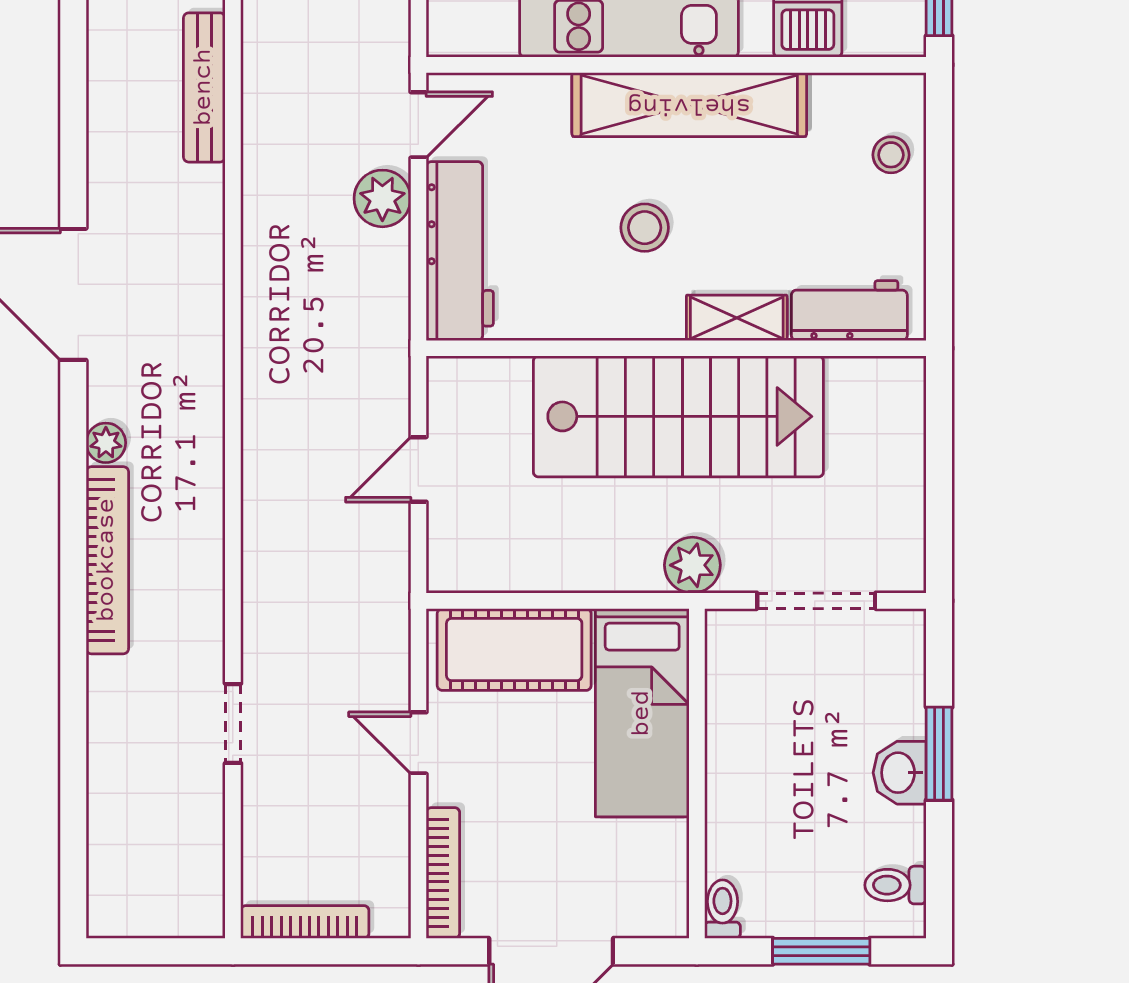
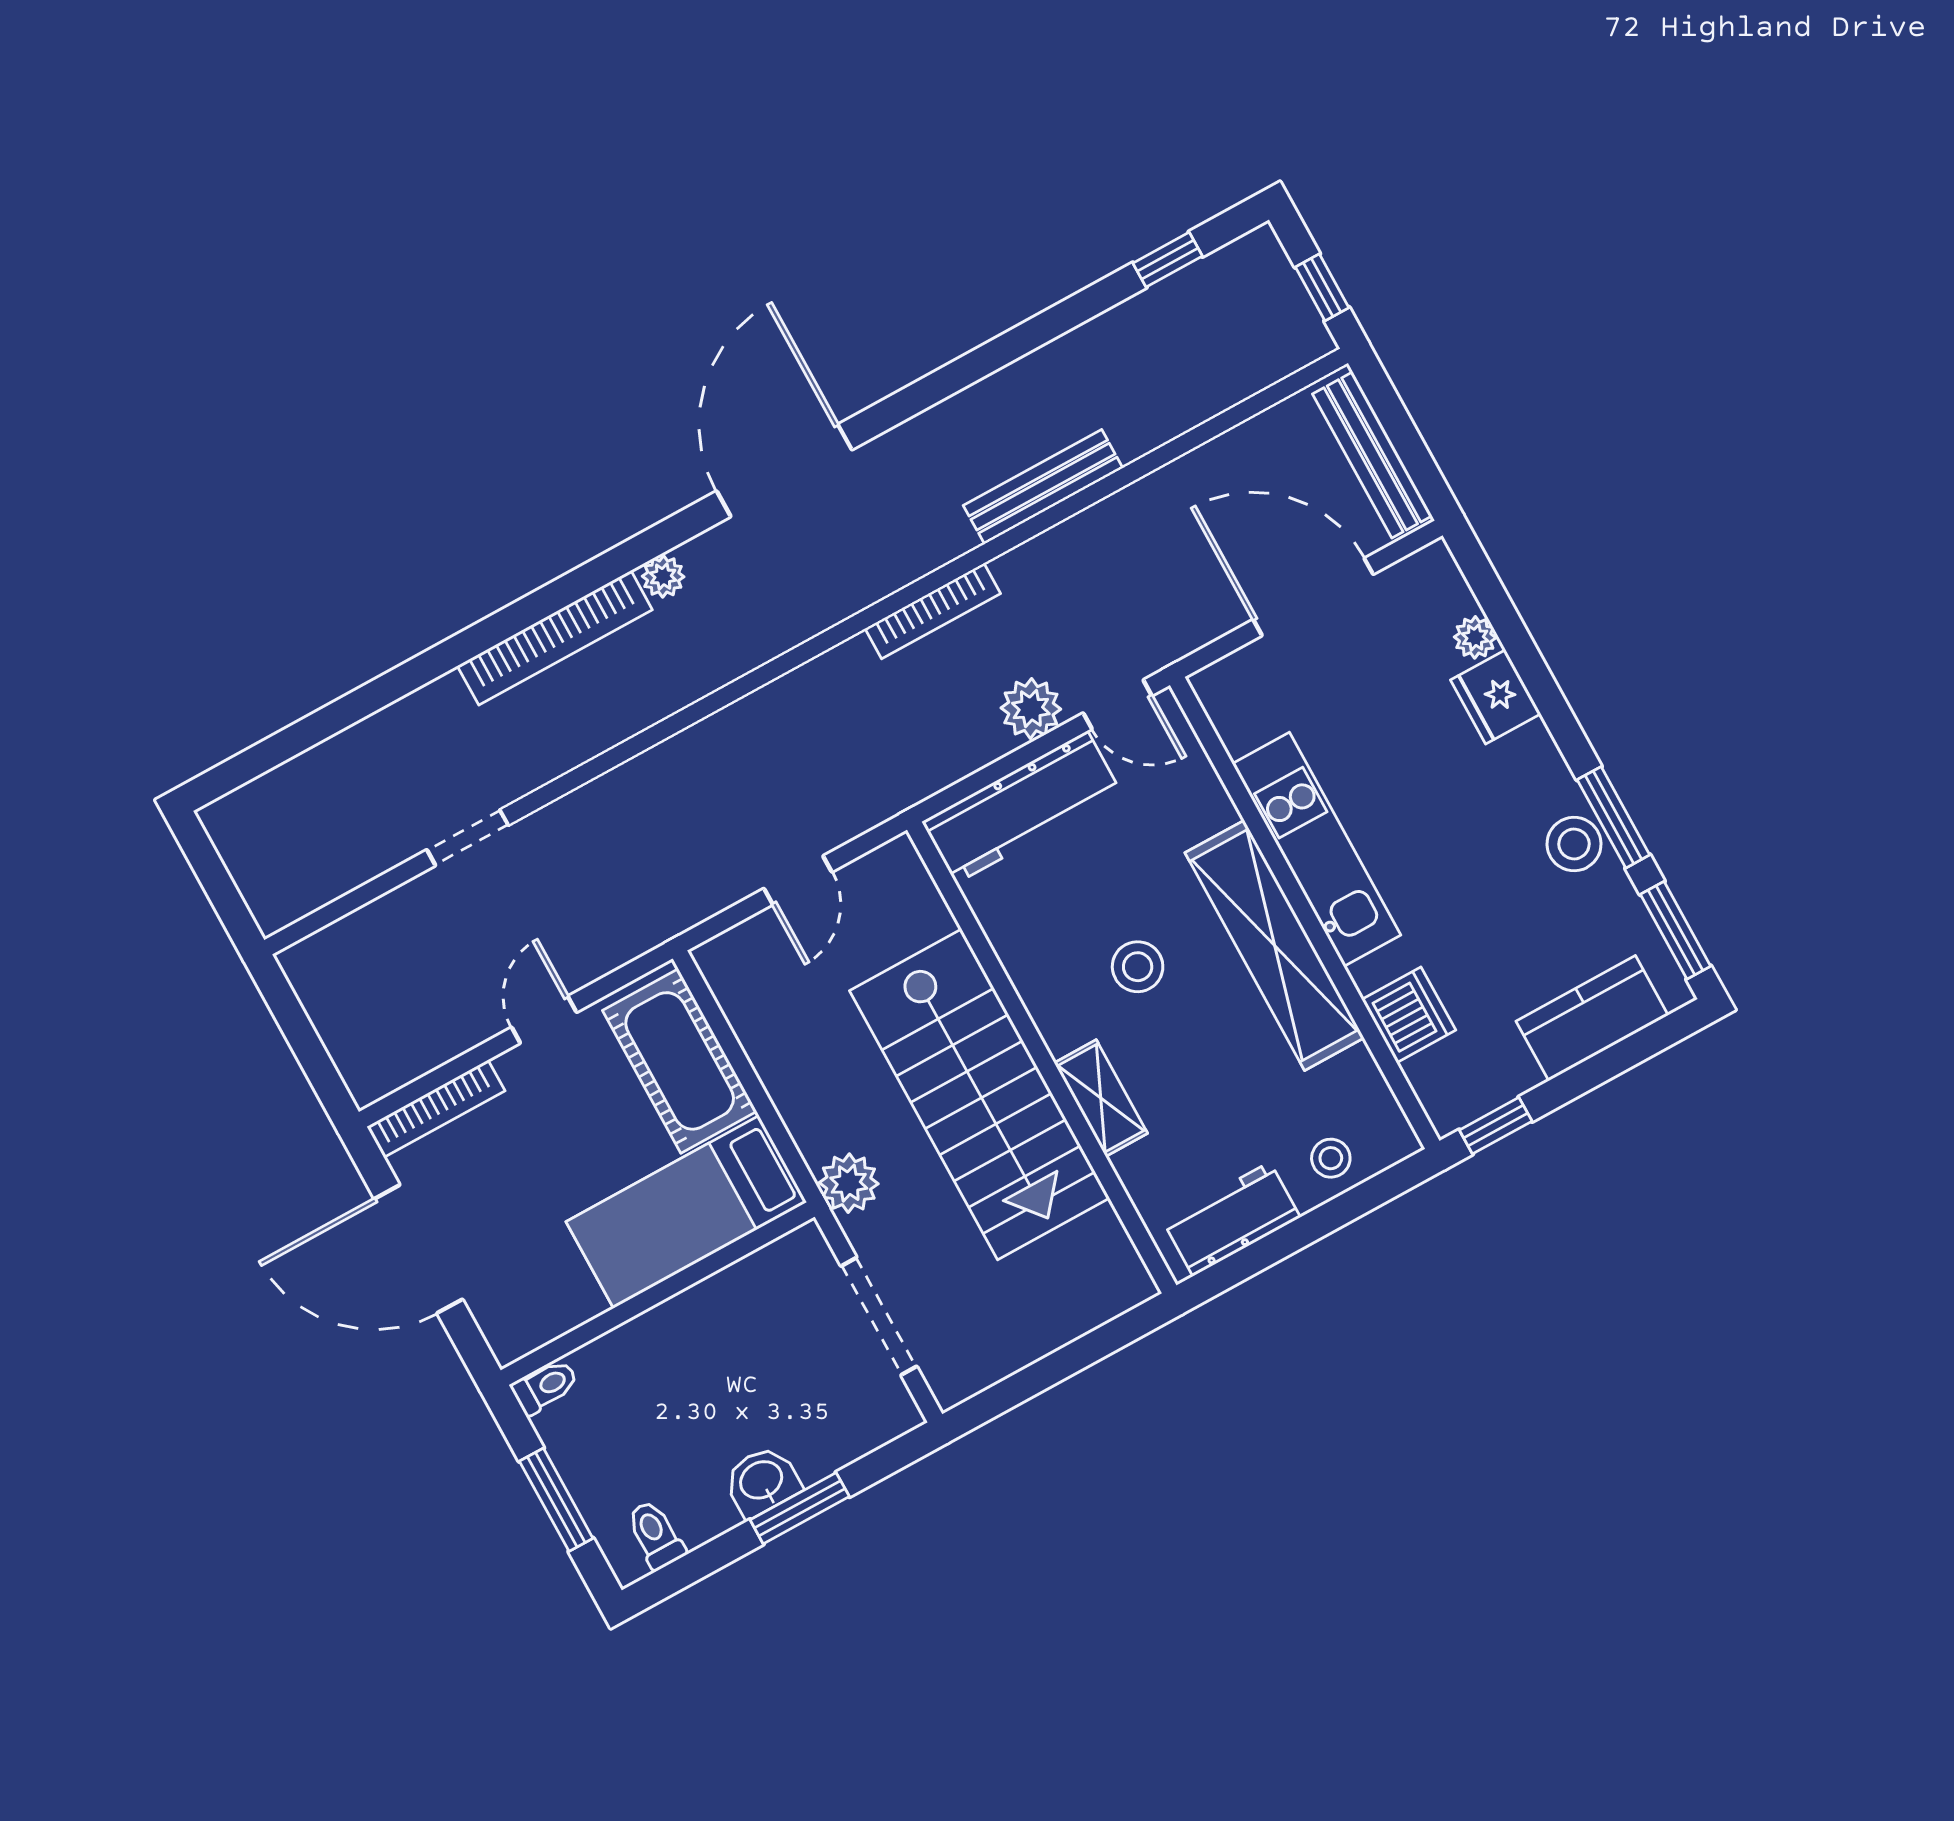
workbench: (849, 311) -> (1232, 1219), moved, turned -90
door: (418, 469) -> (798, 880), swing flipped
bookcase: (305, 922) -> (933, 611), moved, turned 90

